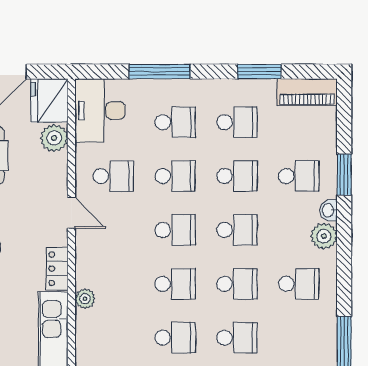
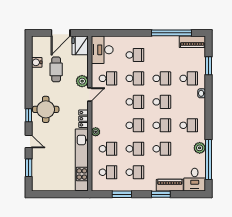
window: (160, 72) -> (128, 33), removed
window: (259, 72) -> (172, 33), width x2.11
school desk: (237, 122) -> (108, 149), moved
plant: (54, 138) -> (82, 81), moved
window: (344, 175) -> (208, 66), moved
door: (71, 213) -> (90, 94), hinge flipped
plant: (324, 236) -> (200, 148), moved

